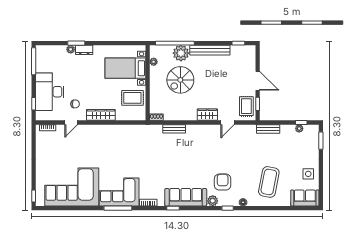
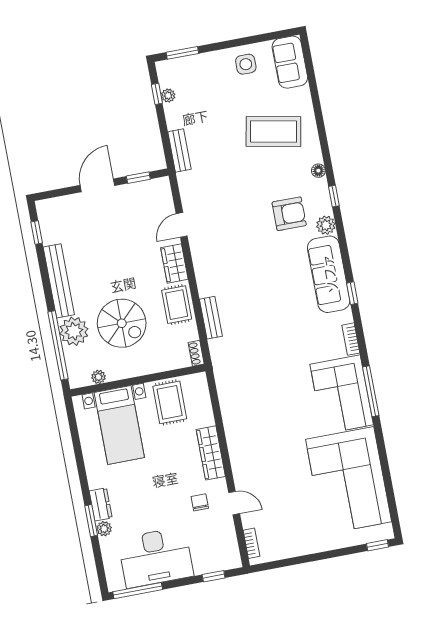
desk: (50, 92) -> (156, 557), moved
rug: (246, 106) -> (177, 305), moved, turned 90
door: (228, 123) -> (182, 225), swing flipped
armchair: (223, 182) -> (289, 214), turned 180

